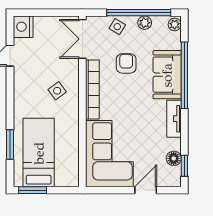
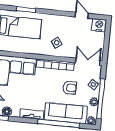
sofa: (167, 75) -> (65, 113), width x1.36

